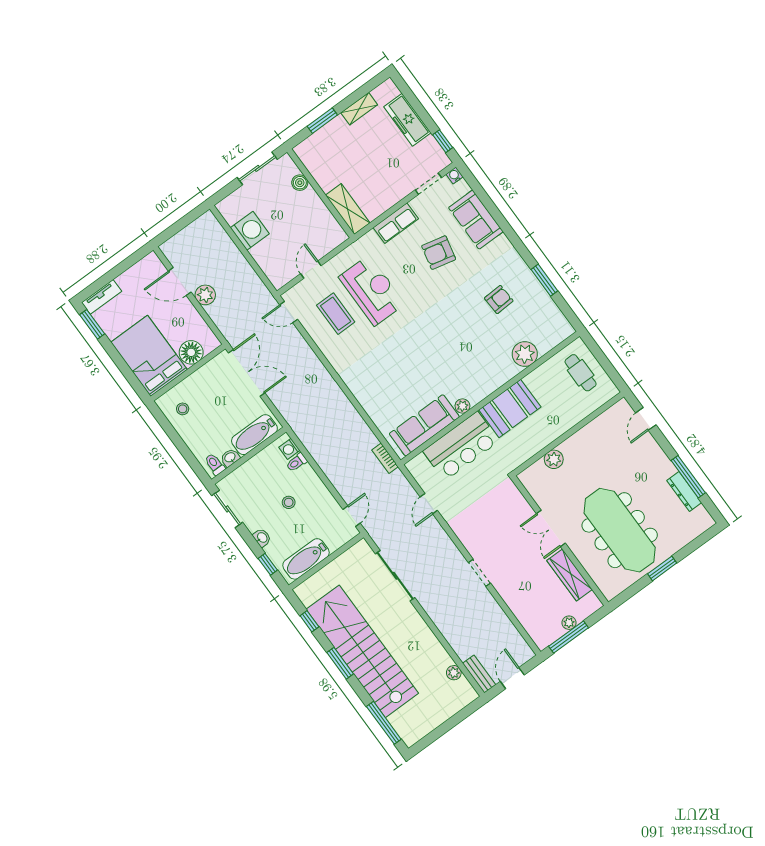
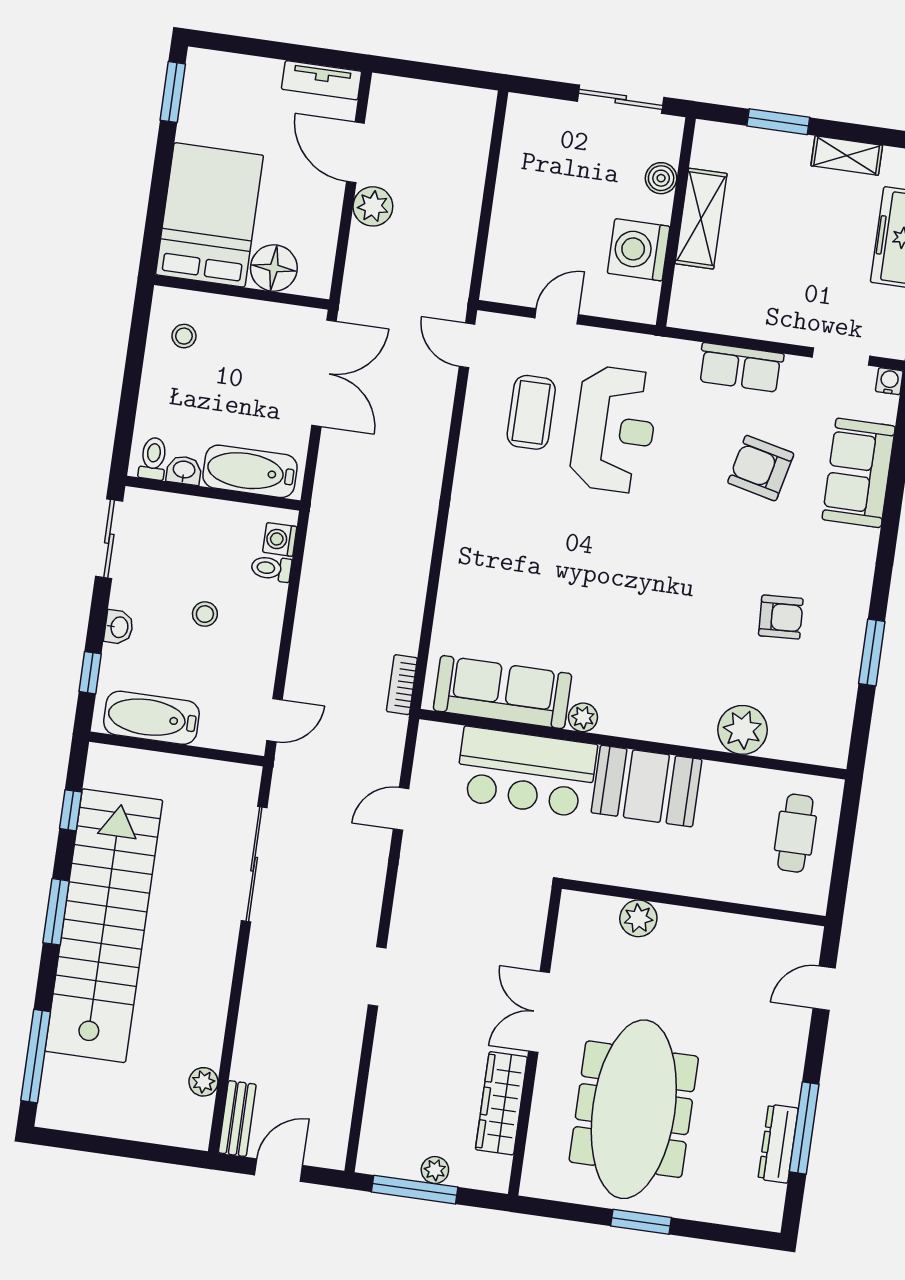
shelving: (348, 209) -> (701, 219), moved
washing machine: (250, 231) -> (639, 250), moved, turned 180
tv unit: (102, 297) -> (322, 80), moved

